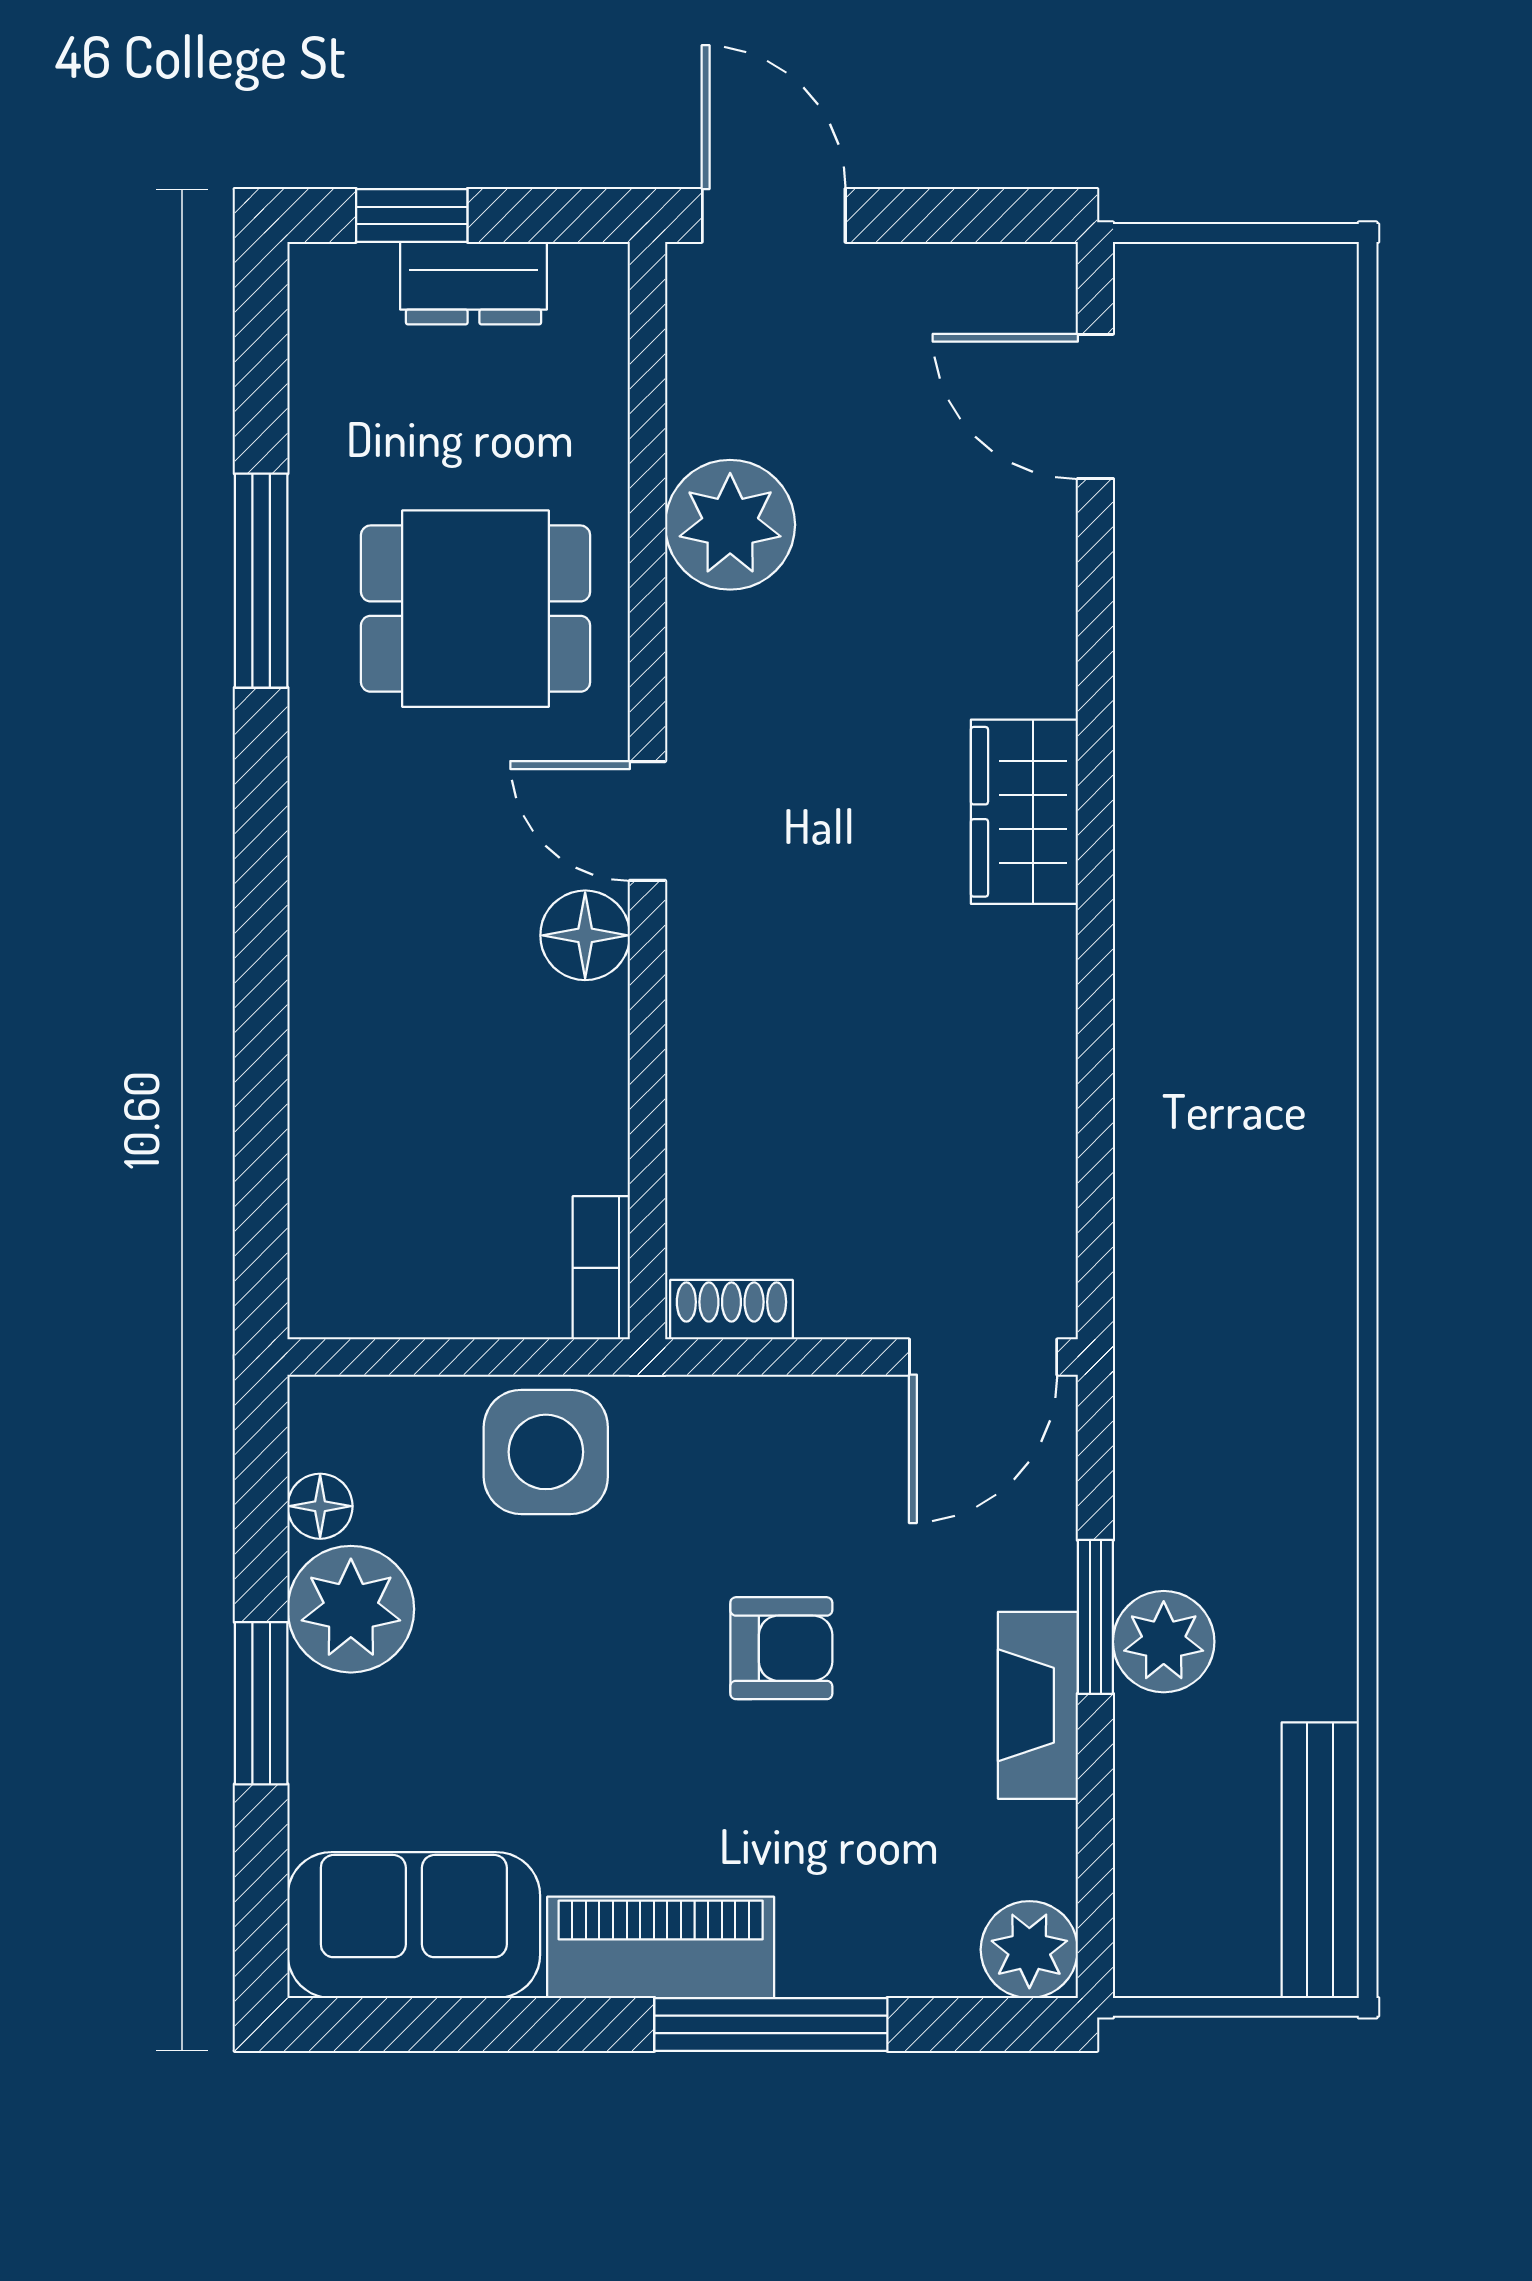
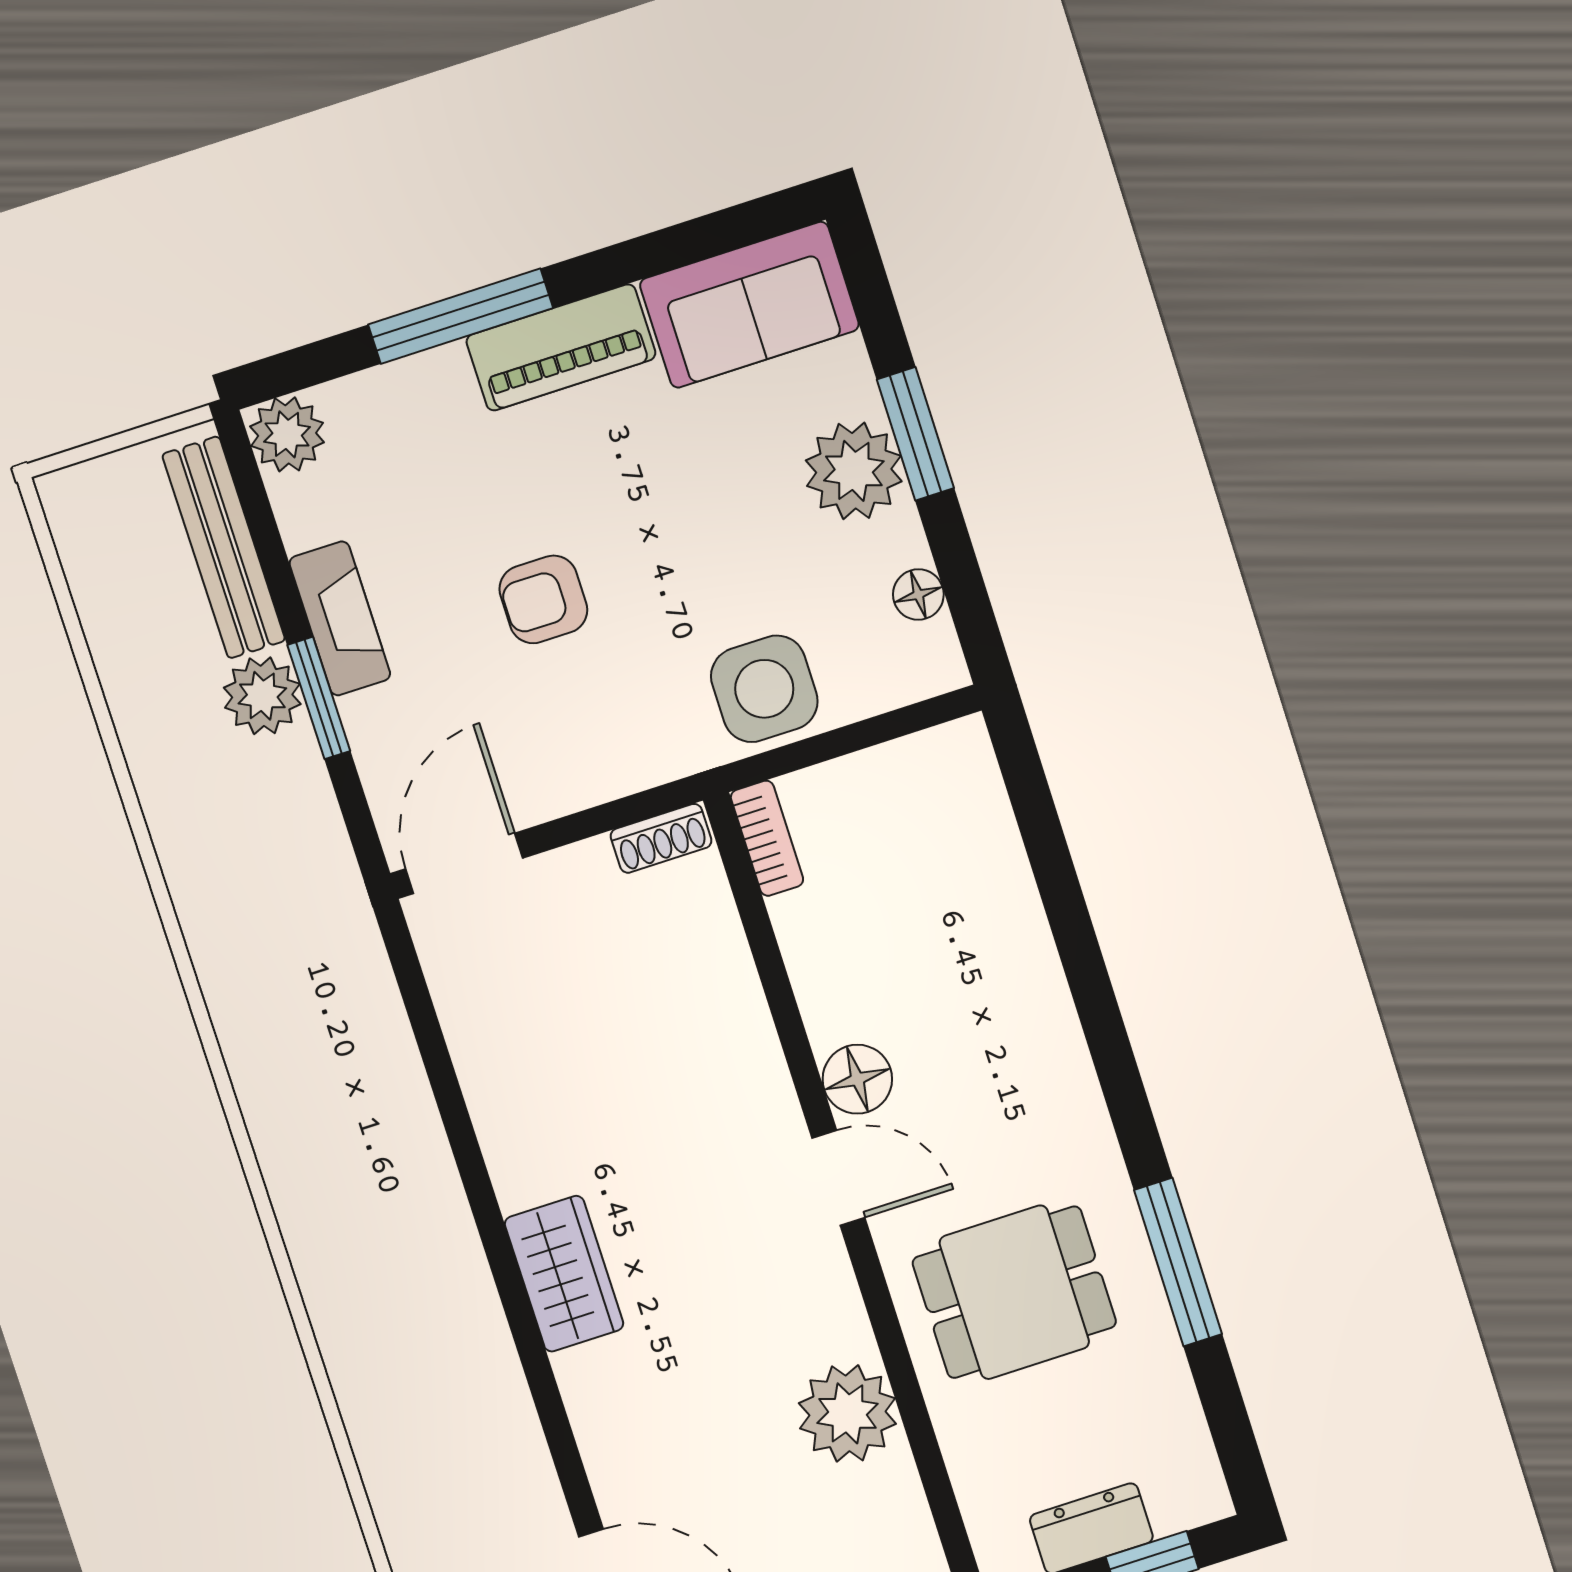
plant: (351, 1609) -> (854, 471), moved
bench: (1320, 1860) -> (224, 547), moved

